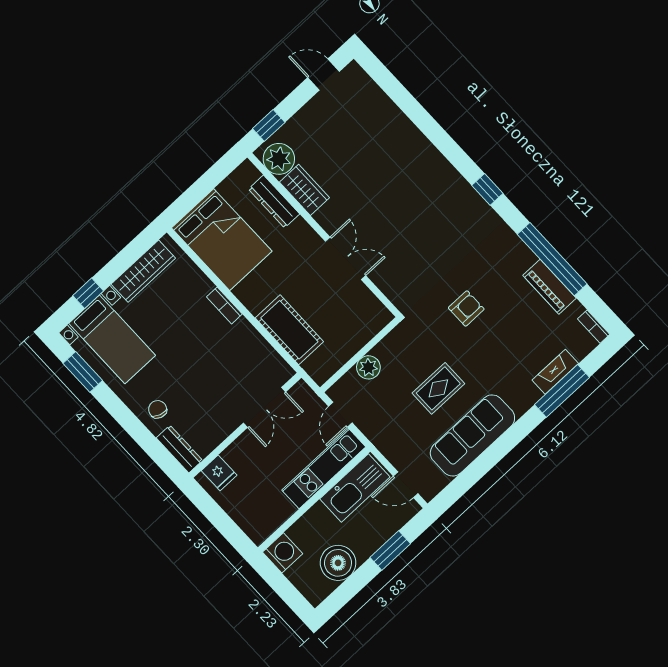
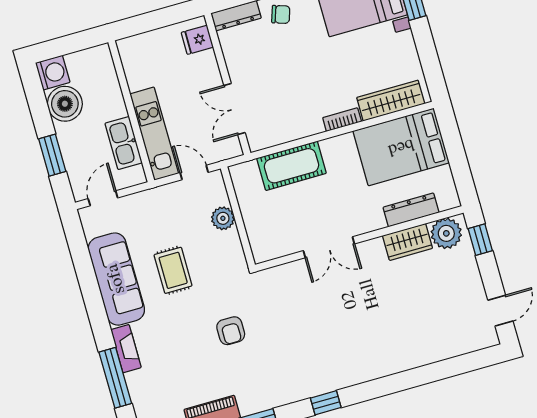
wardrobe: (143, 271) -> (391, 101), moved, turned 90
fireplace: (555, 372) -> (126, 349), moved
kitchen sink: (355, 488) -> (124, 143), width x0.73, depth x0.81
washing machine: (283, 553) -> (53, 73), moved, turned -90

